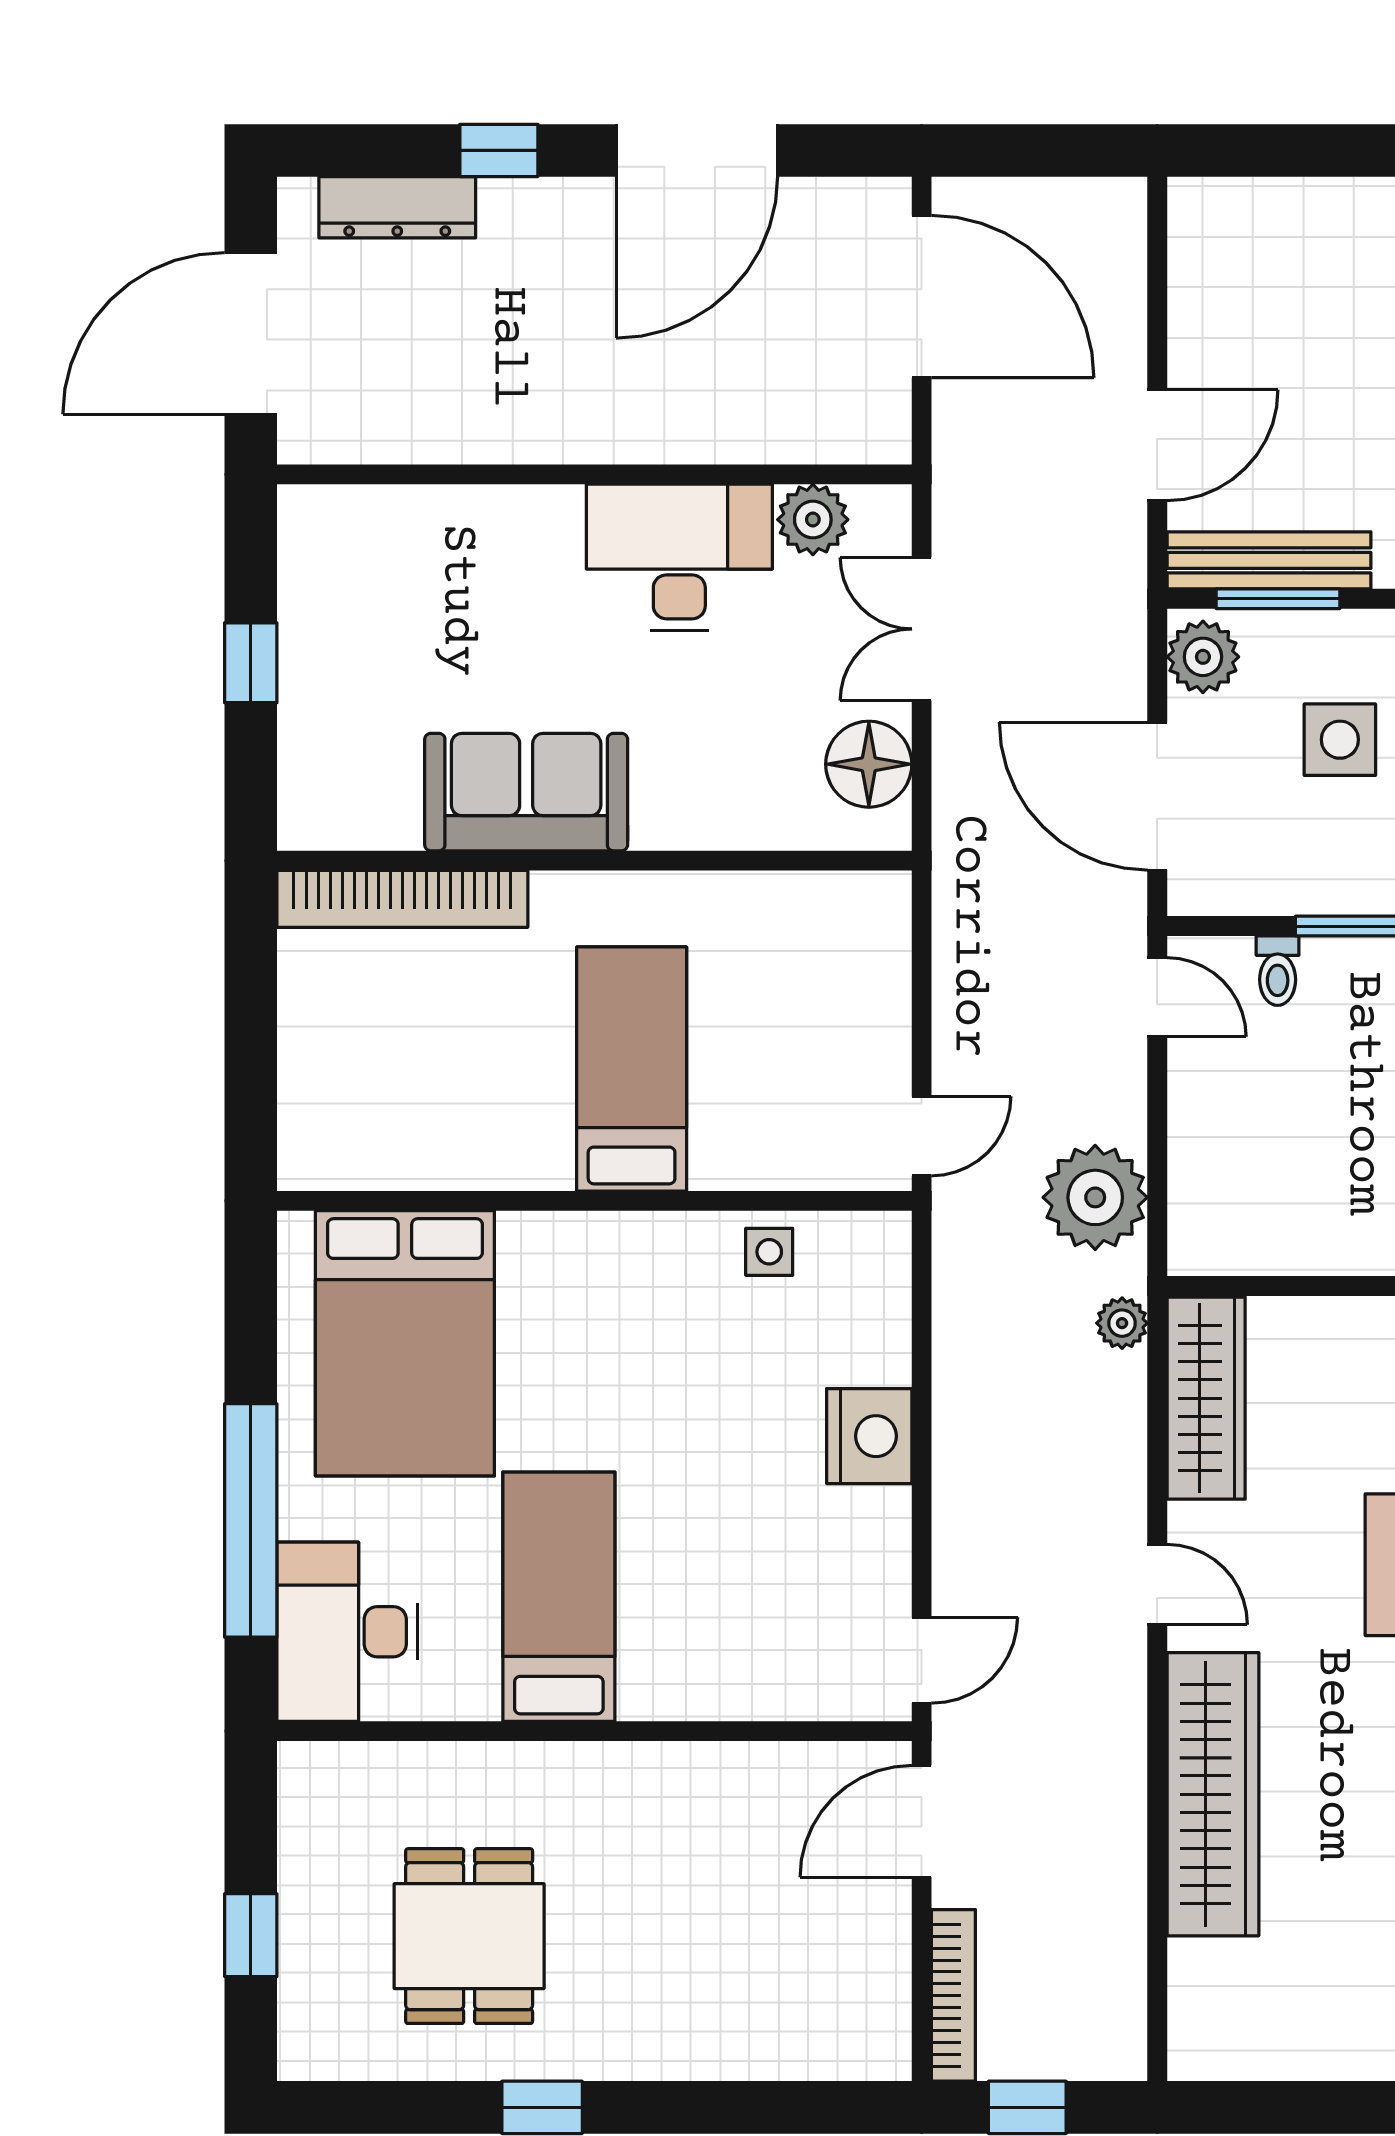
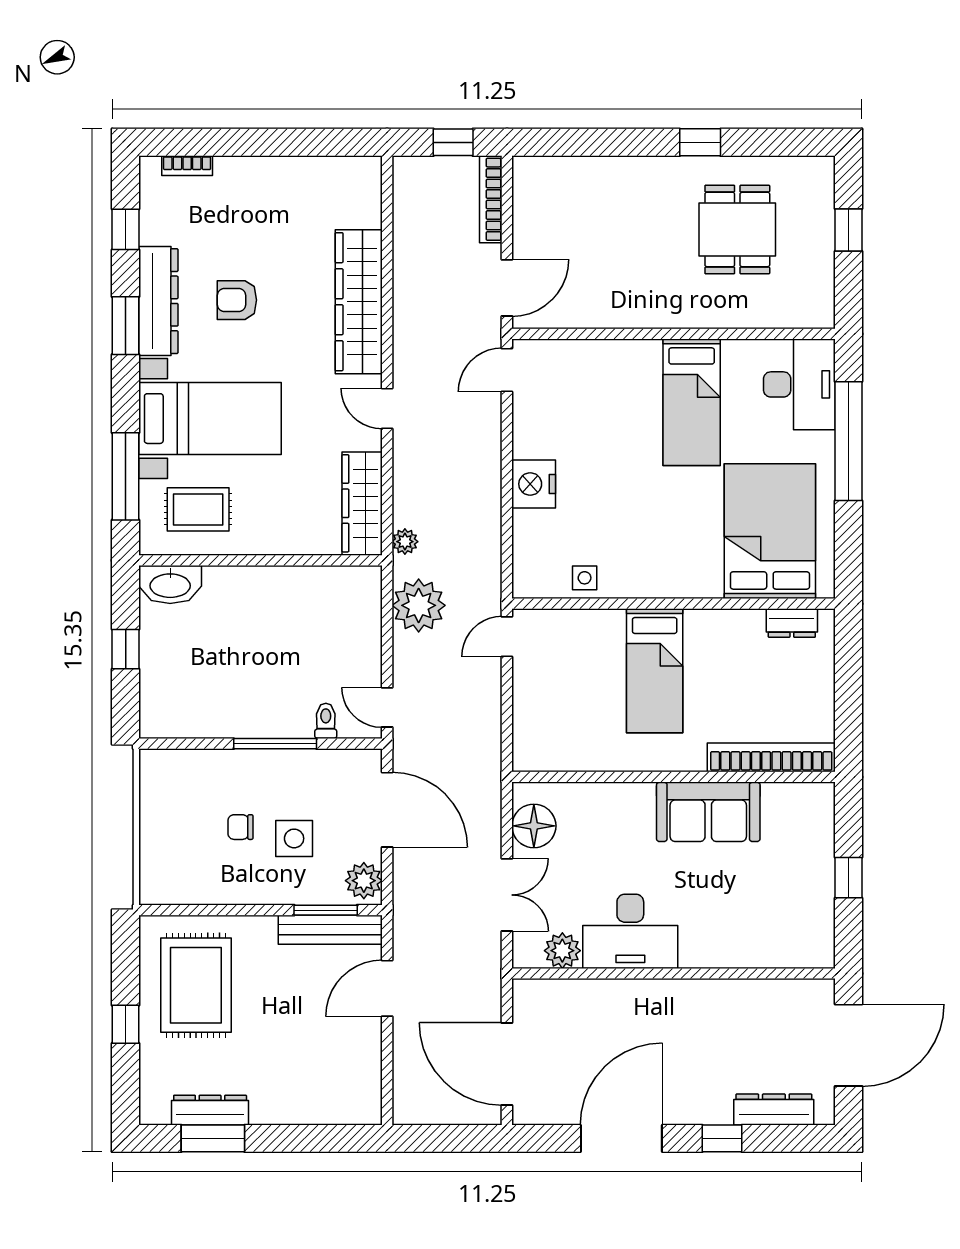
dresser: (362, 1163) -> (792, 623), added

